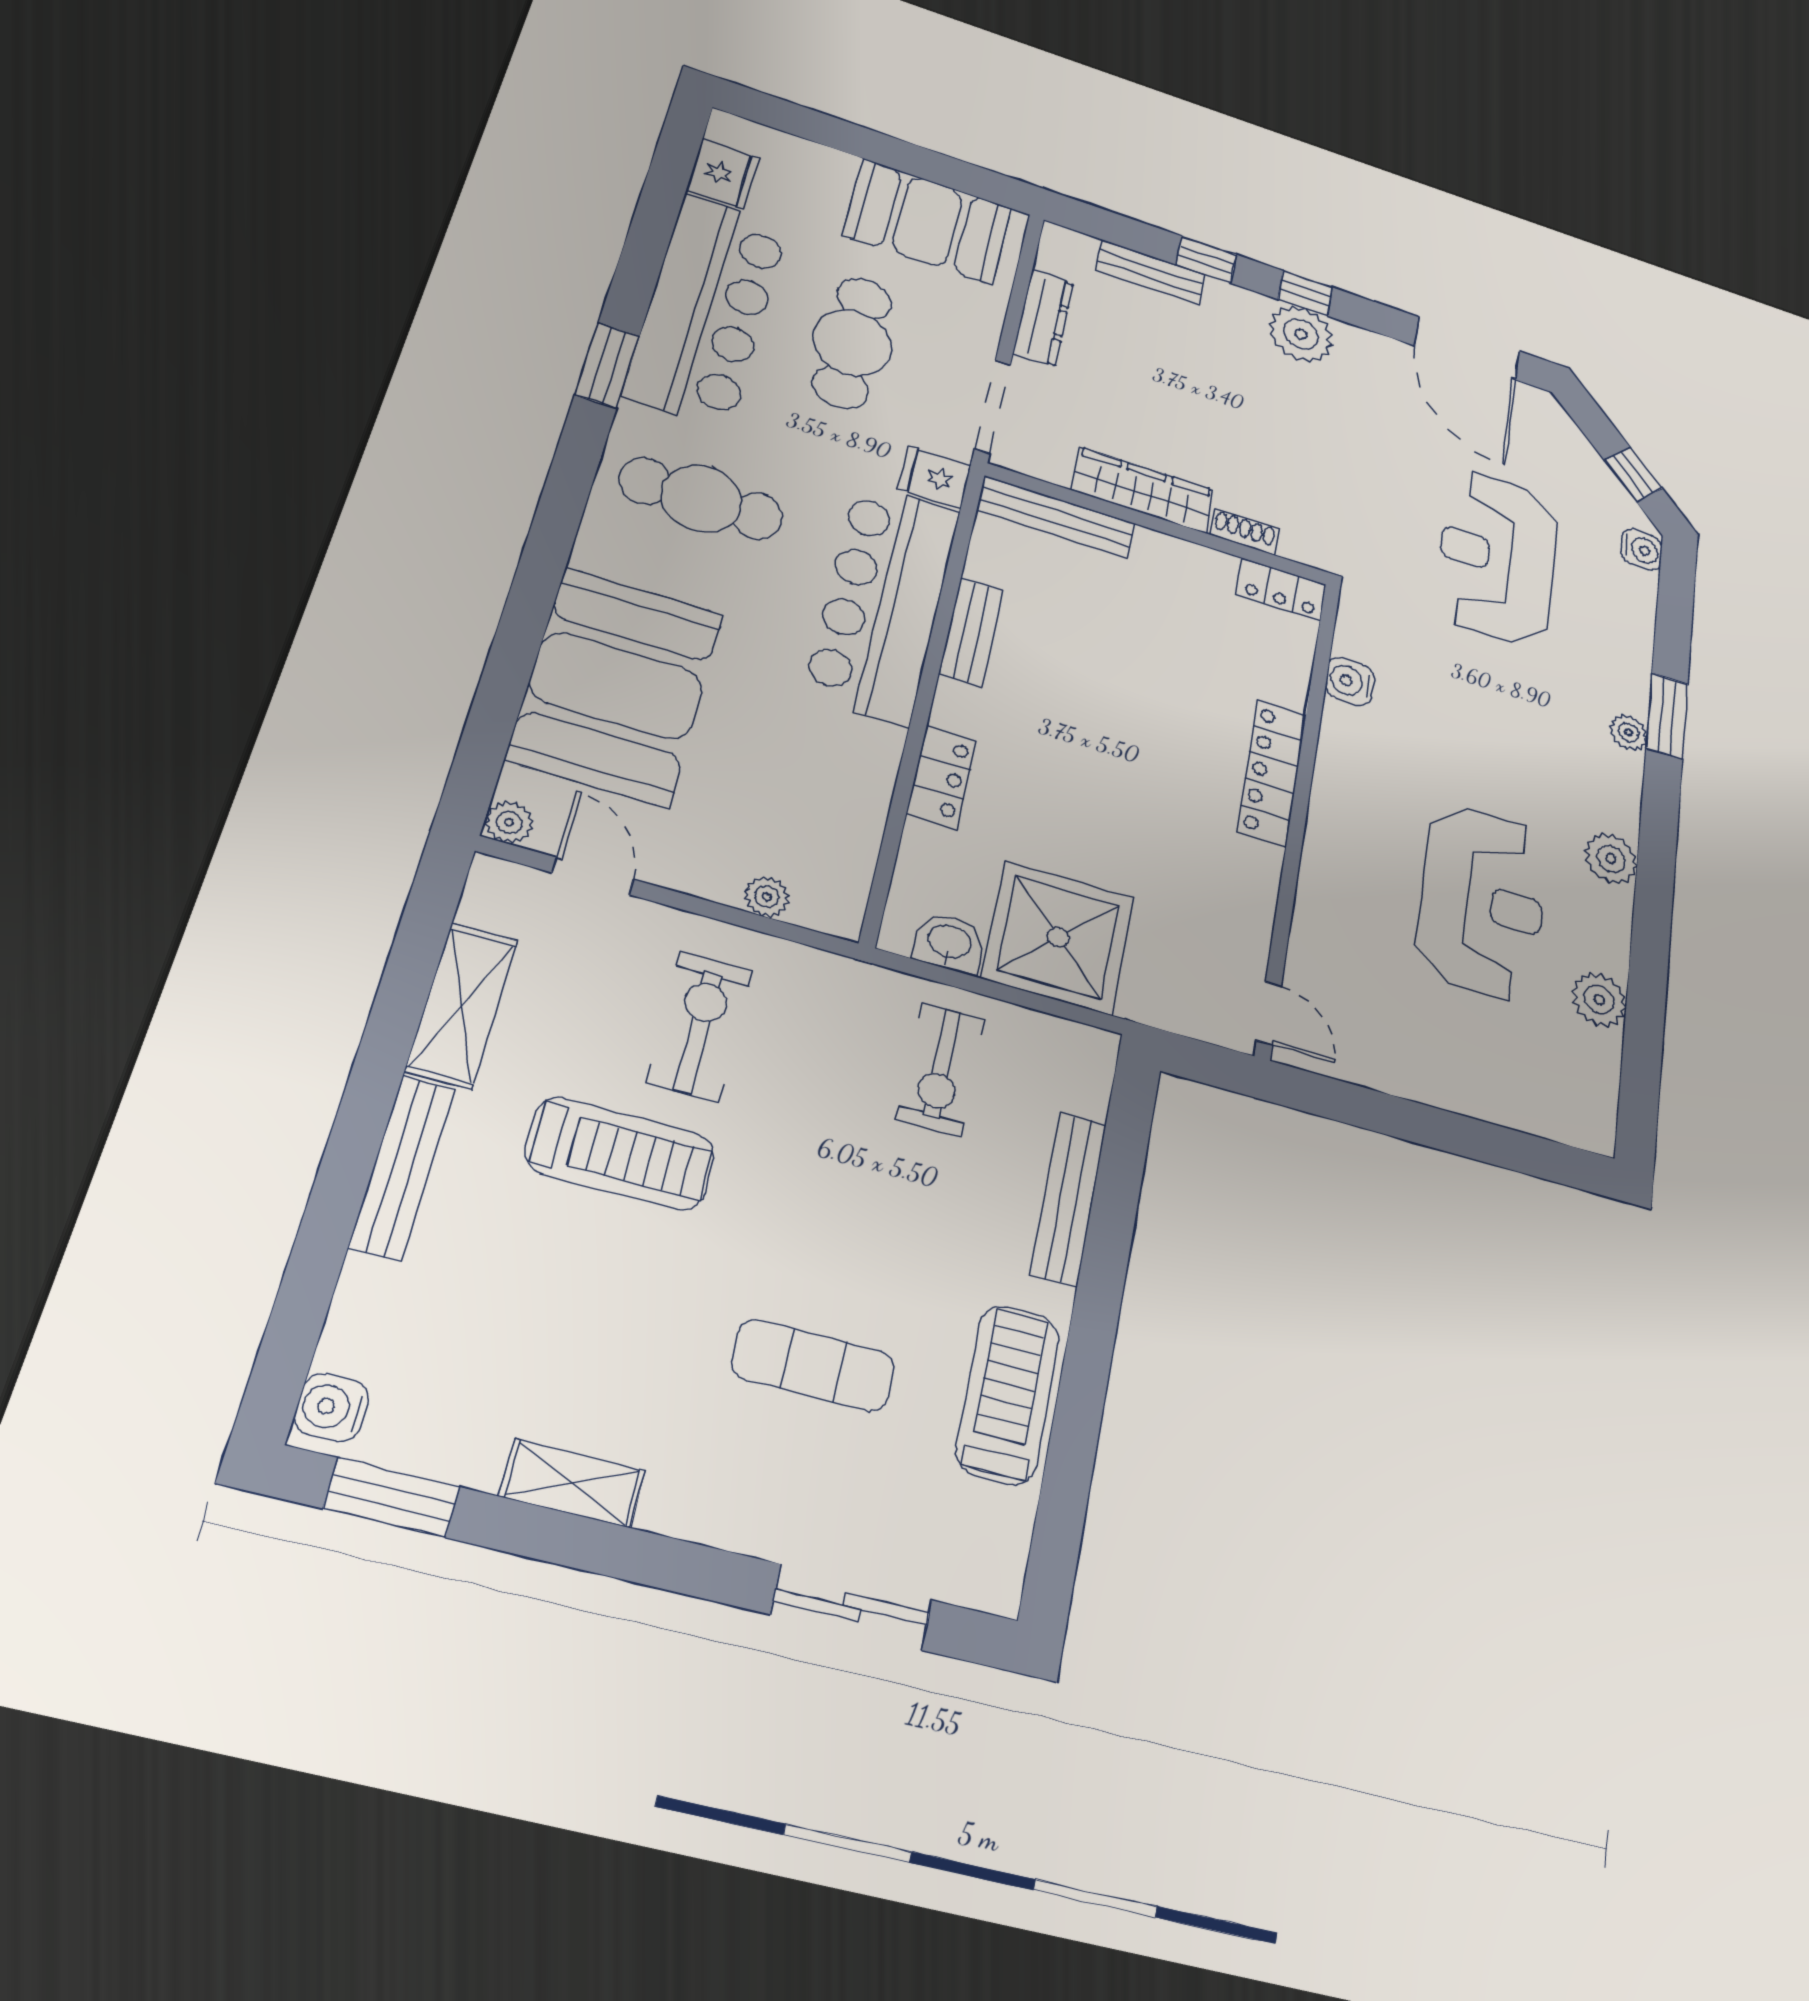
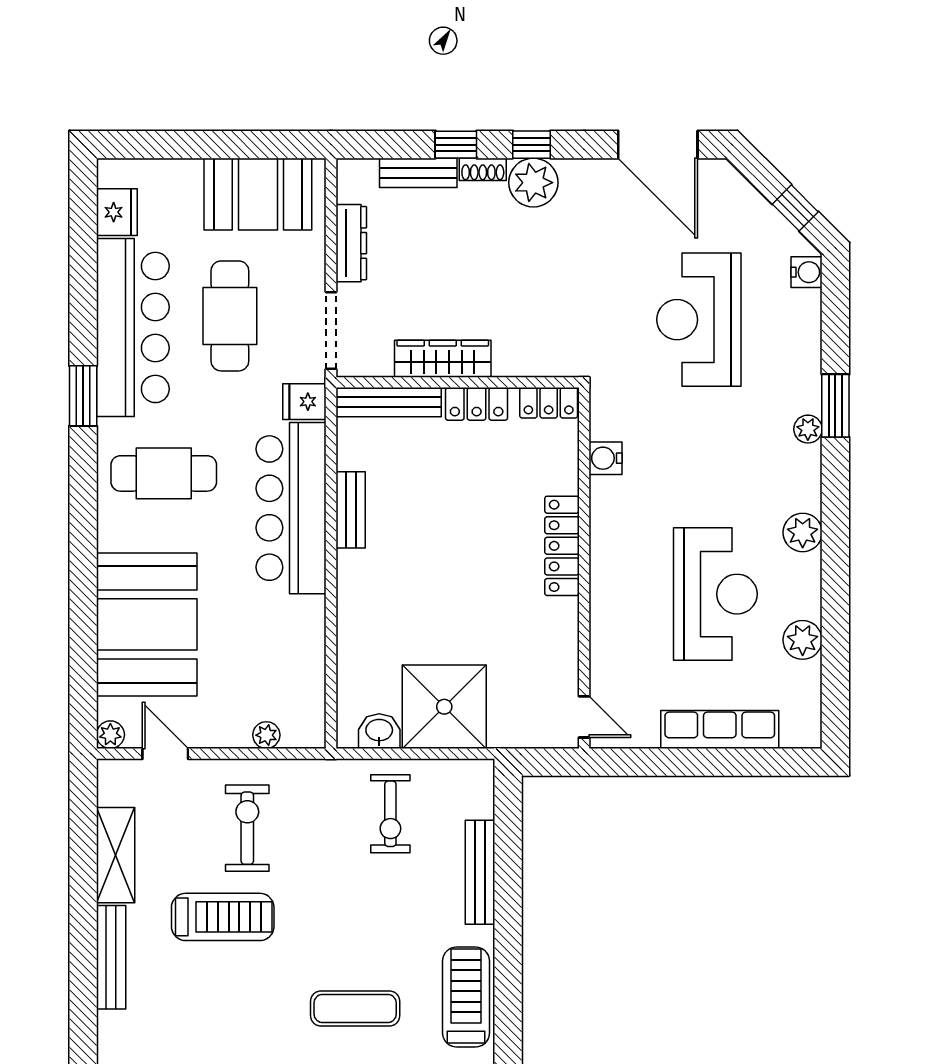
shoe rack: (1244, 532) -> (483, 169), moved, turned 180
locker: (942, 777) -> (477, 404), moved, turned 90
row of seats: (1468, 1089) -> (720, 730), added

